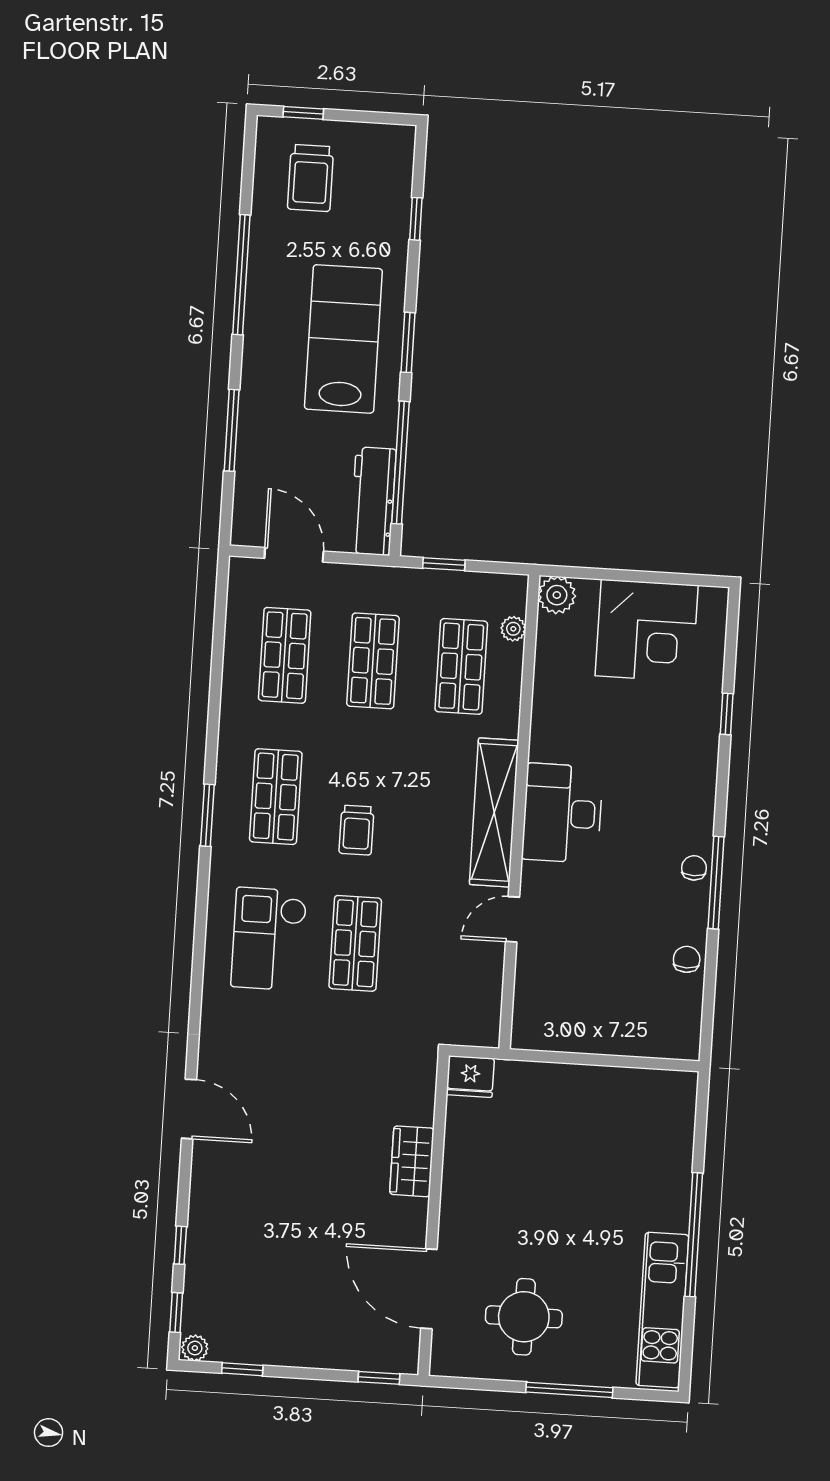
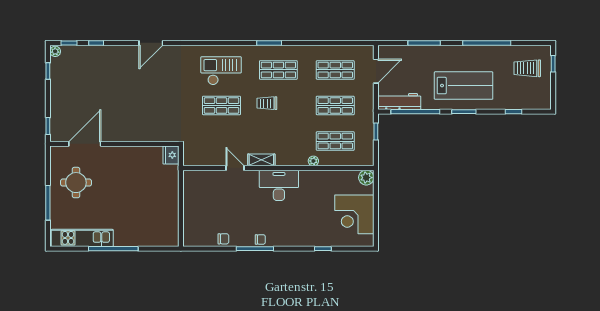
plant: (513, 629) -> (313, 161), moved
shelving: (494, 812) -> (261, 160), width x0.45, depth x0.75
wardrobe: (412, 1161) -> (136, 134), removed

